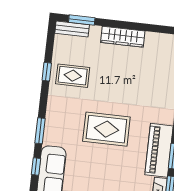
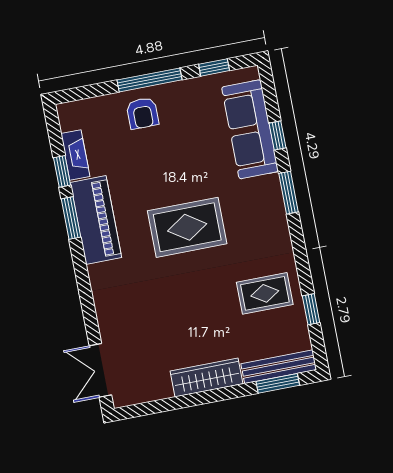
bench: (72, 29) -> (279, 367), width x1.36
window: (47, 72) -> (311, 309), moved

